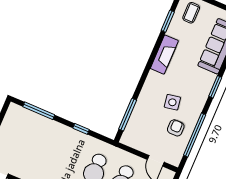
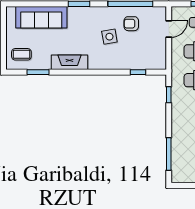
window: (128, 115) -> (138, 72), width x0.46
window: (81, 129) -> (169, 95), moved

